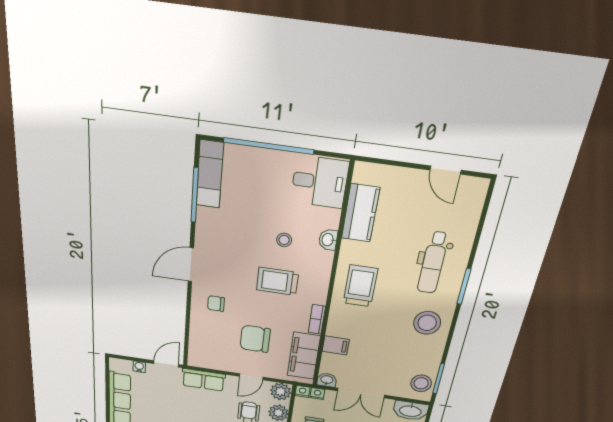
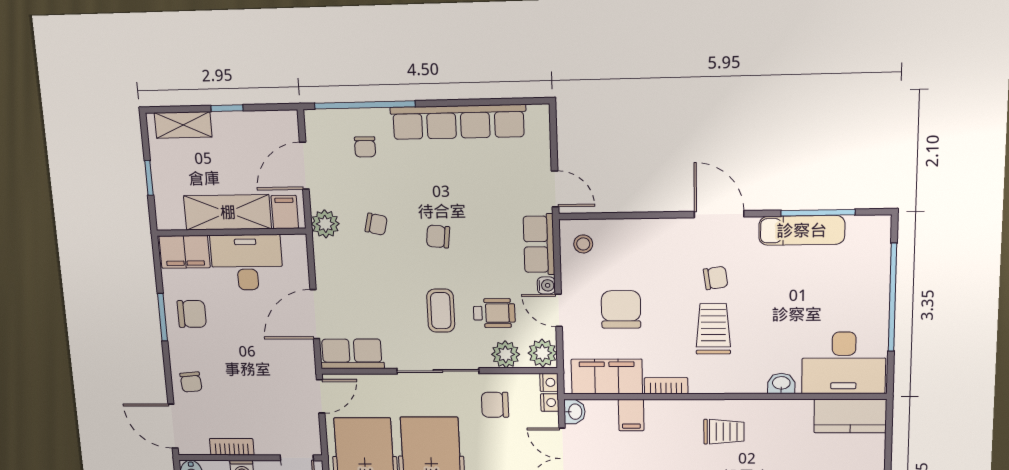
exam couch: (210, 174) -> (802, 230), moved
desk: (320, 182) -> (844, 363), width x1.37
kitchen counter: (360, 213) -> (850, 416), moved
stool: (284, 240) -> (583, 244), moved
trolley: (360, 286) -> (724, 432), width x0.73, depth x0.72
chair: (216, 304) -> (716, 278), moved, turned 82
water cooler: (139, 367) -> (546, 285), moved

